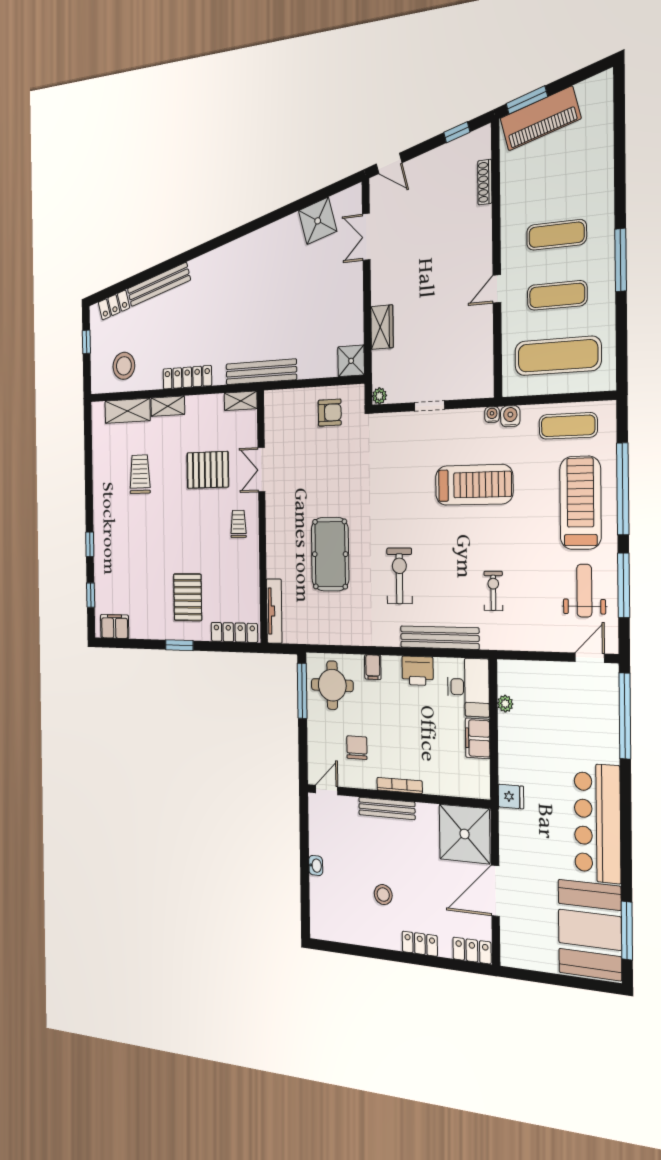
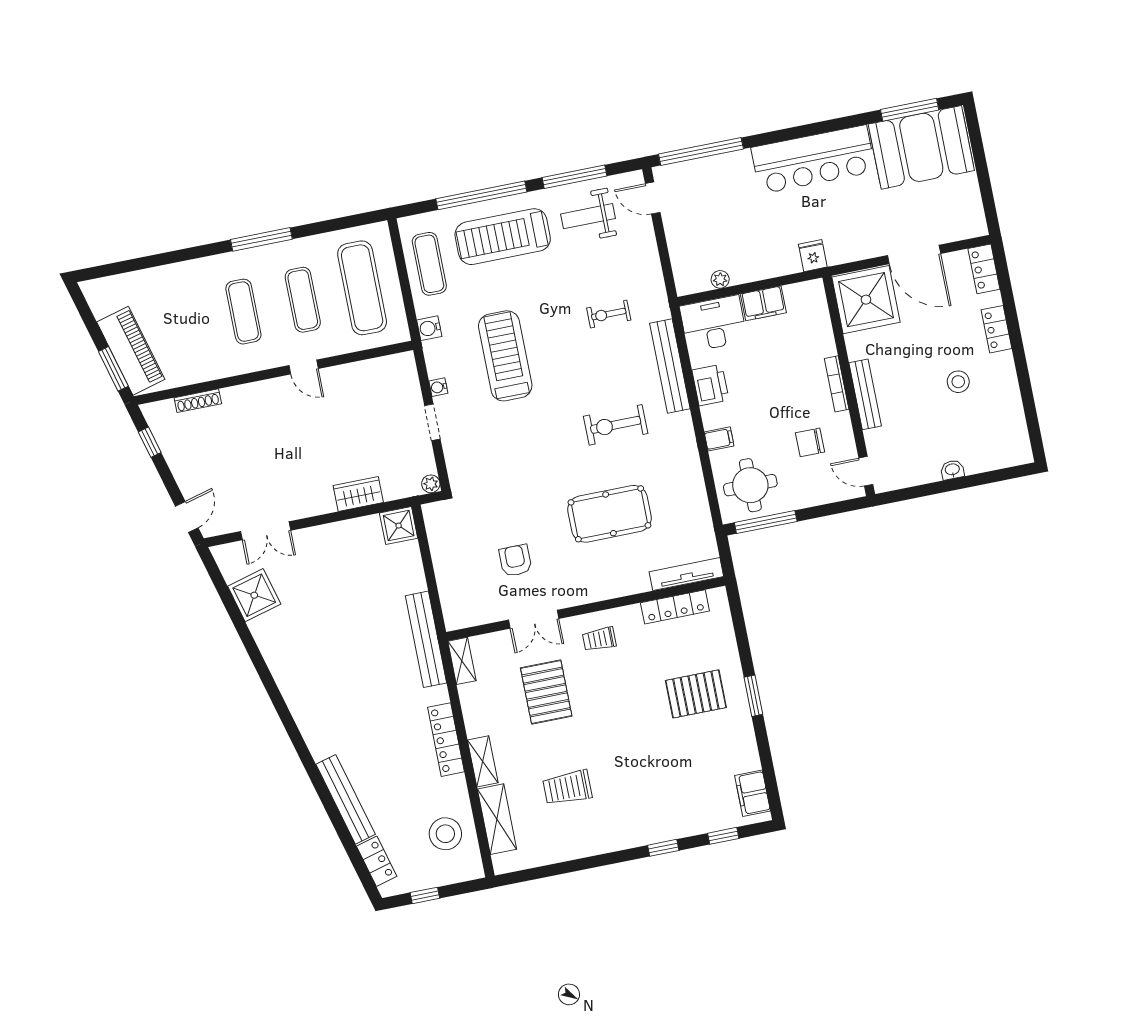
armchair: (330, 413) -> (515, 561), moved
water cooler: (492, 415) -> (438, 387), moved
locker: (234, 632) -> (675, 607), moved, turned -90

